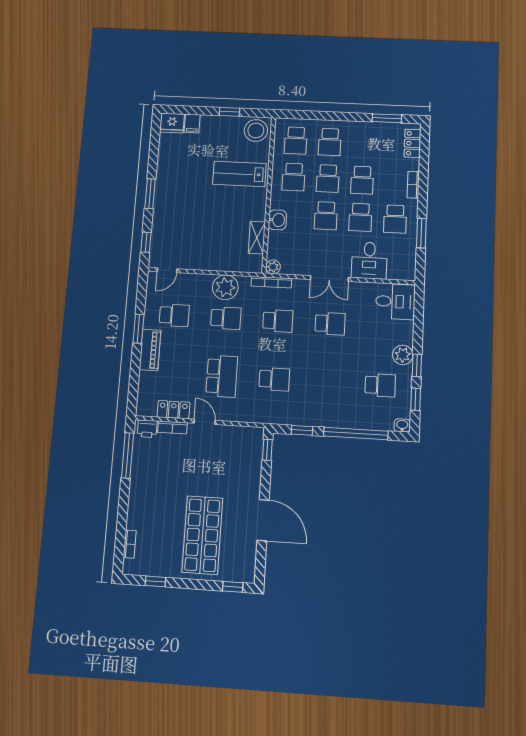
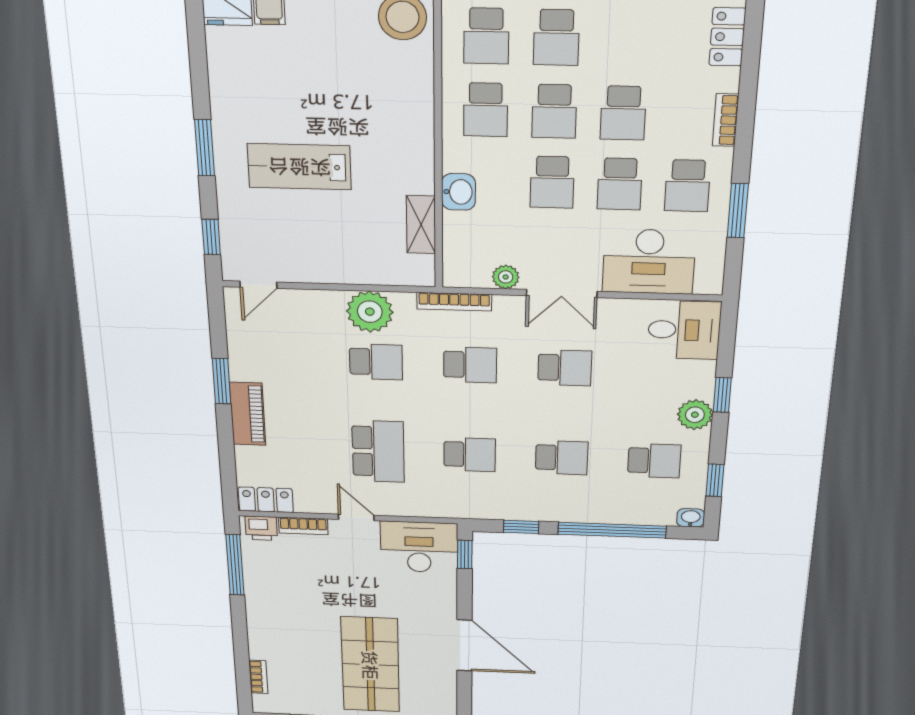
lab bench: (239, 174) -> (299, 167), moved
desk: (369, 260) -> (649, 262), width x1.37
plant: (273, 267) -> (506, 277), moved
school desk: (174, 315) -> (562, 458), moved
window: (417, 365) -> (722, 395), moved
locker: (173, 410) -> (266, 500), moved
desk: (240, 444) -> (419, 547), added

